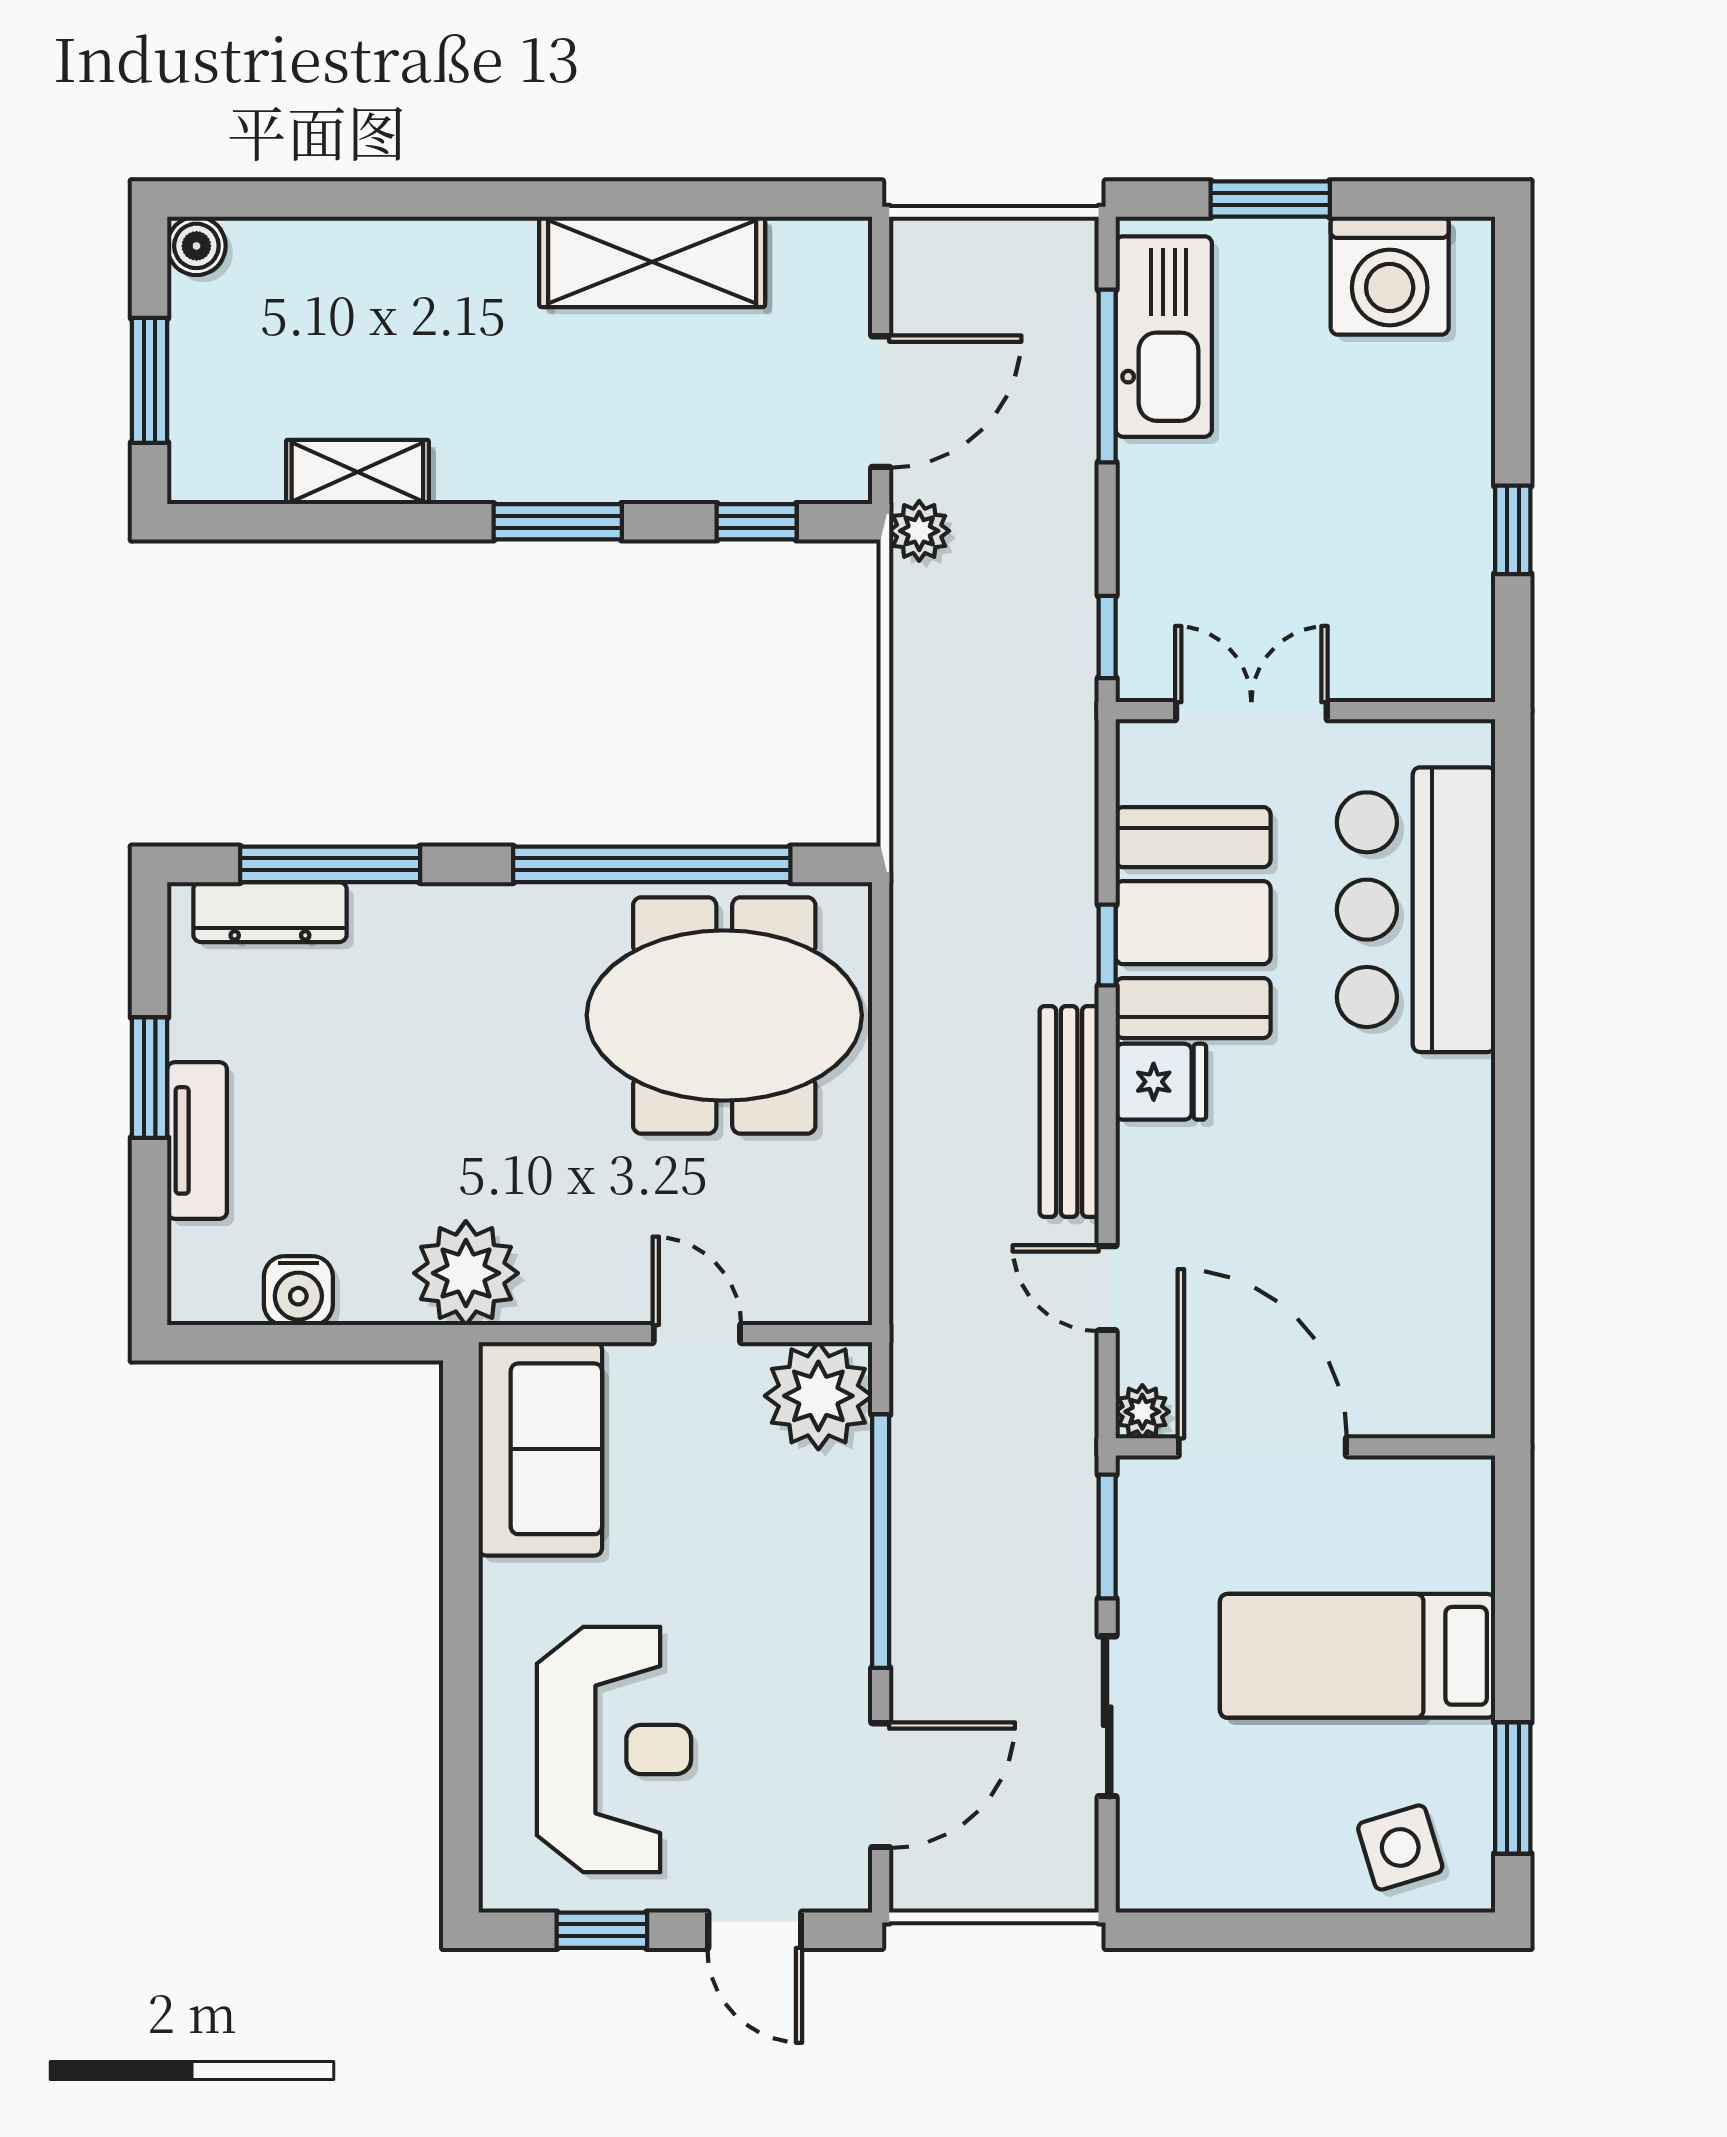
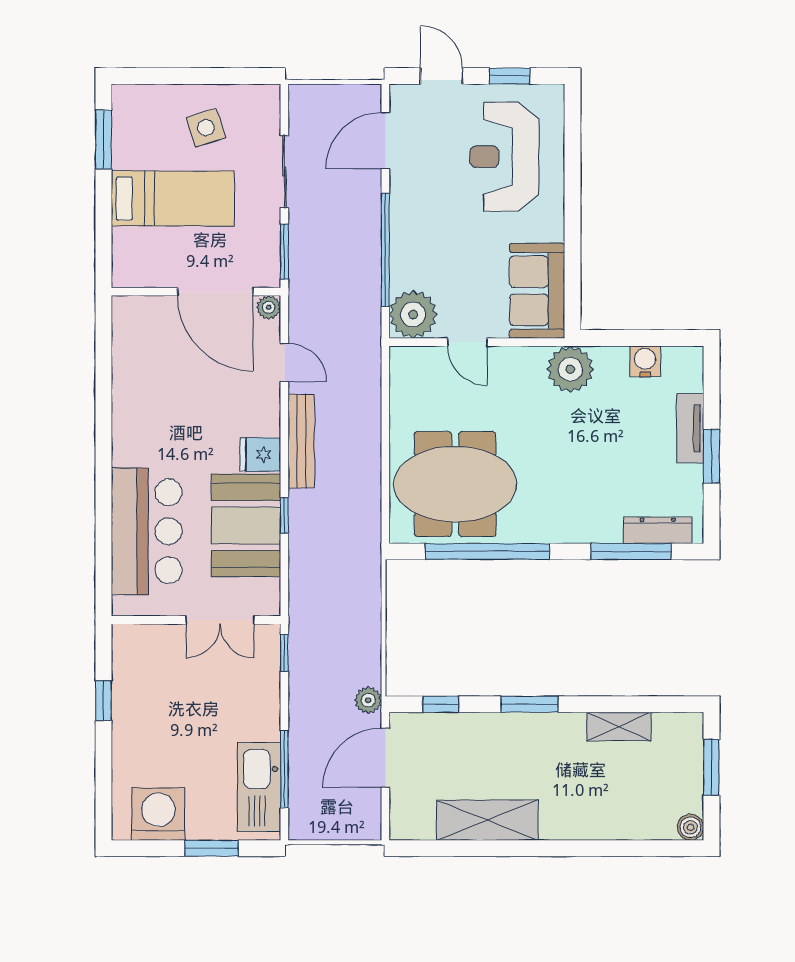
side table: (1400, 1847) -> (206, 128), moved

